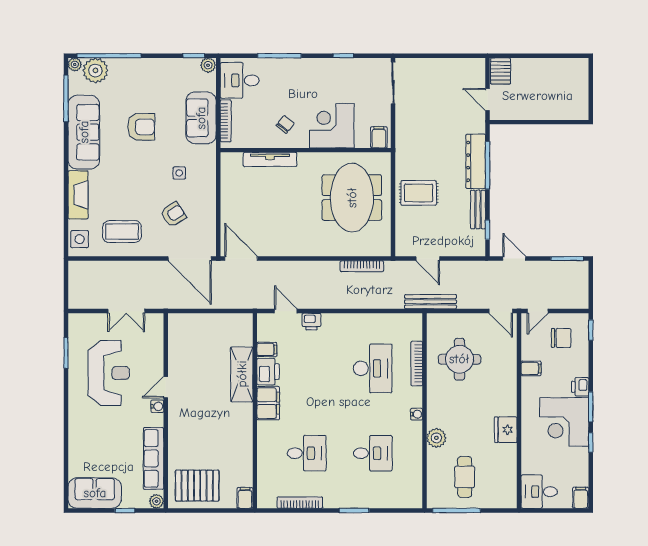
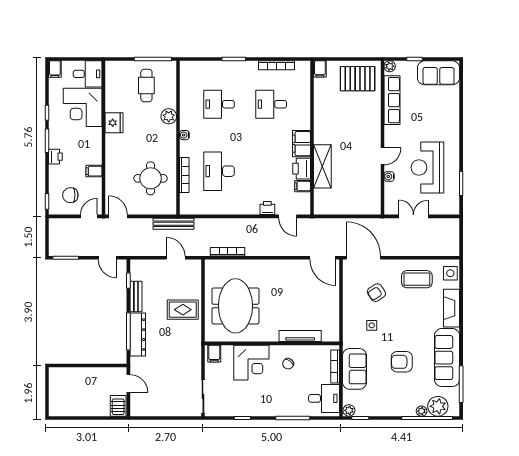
plant: (75, 64) -> (422, 411), moved
water cooler: (157, 406) -> (389, 176), moved
corner desk: (564, 422) -> (83, 107), moved, turned 180

